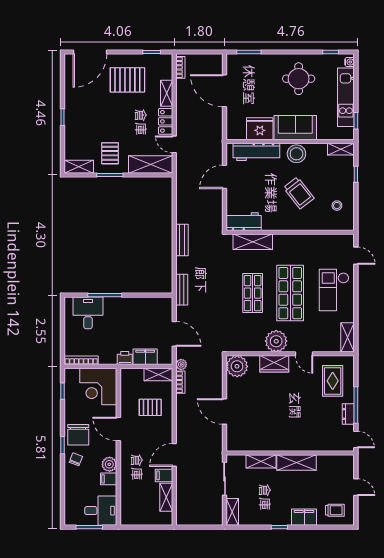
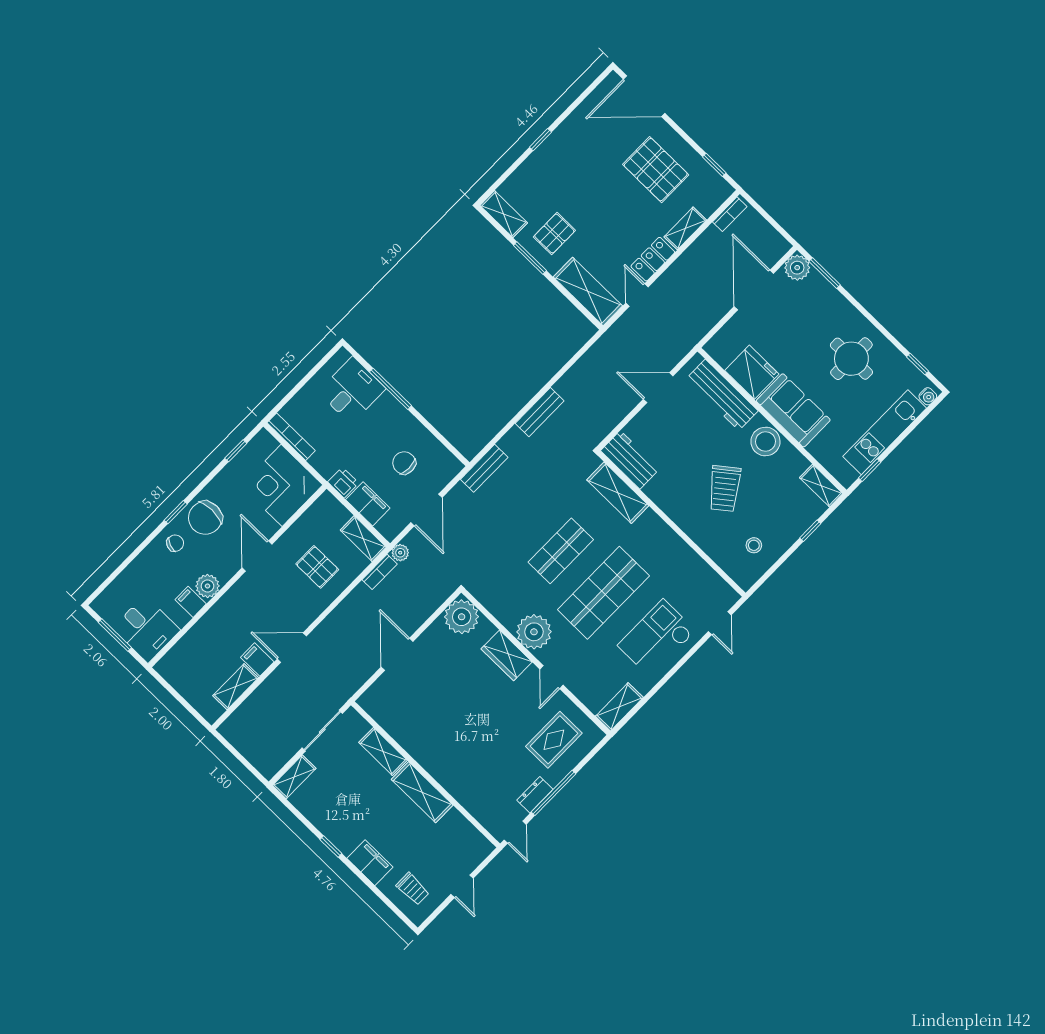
plant: (234, 62) -> (797, 268), added
chair: (143, 322) -> (404, 463), added

